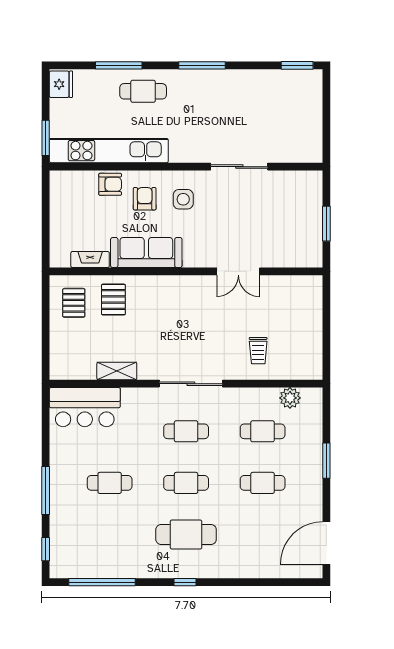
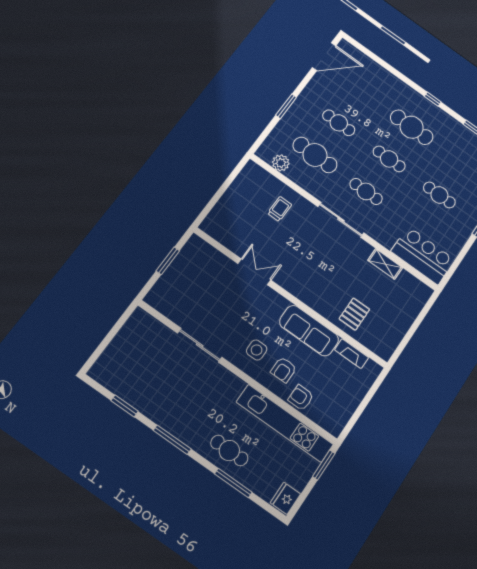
window: (297, 65) -> (125, 406), moved
pallet: (74, 303) -> (383, 331), removed
cafe table: (263, 431) -> (315, 155), width x1.37, depth x1.35

